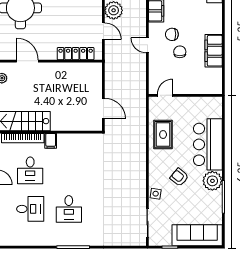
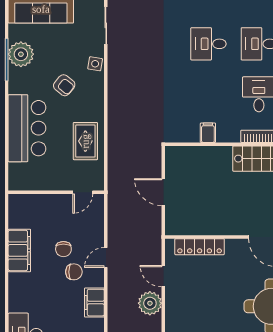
door: (147, 45) -> (106, 257), swing flipped
door: (103, 108) -> (163, 192), moved
filing cabinet: (51, 141) -> (208, 133), moved
plant: (212, 181) -> (21, 54), moved
desk: (69, 209) -> (208, 44), turned -90

